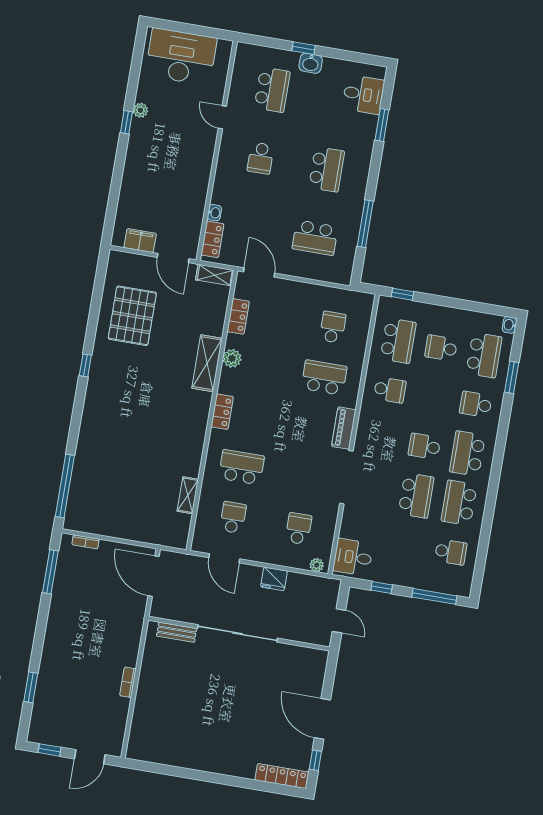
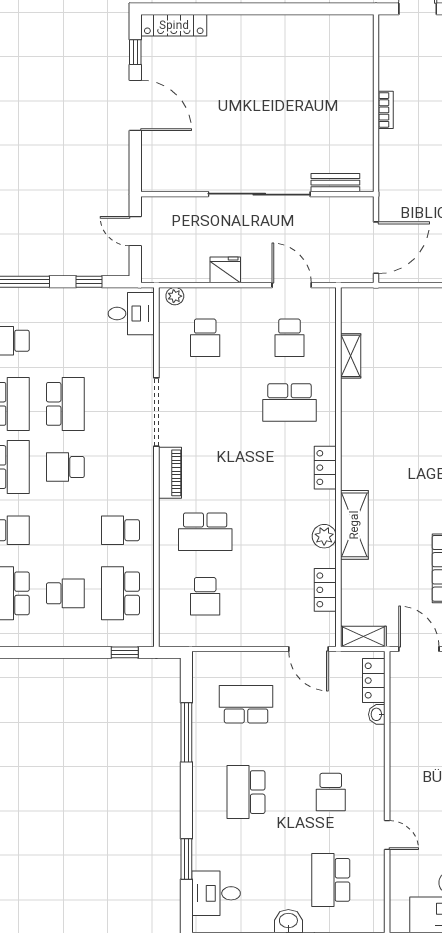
school desk: (261, 158) -> (331, 792), turned 180
school desk: (424, 446) -> (65, 467), turned 180
school desk: (416, 495) -> (65, 404), turned 180
door: (154, 576) -> (376, 248), hinge flipped

